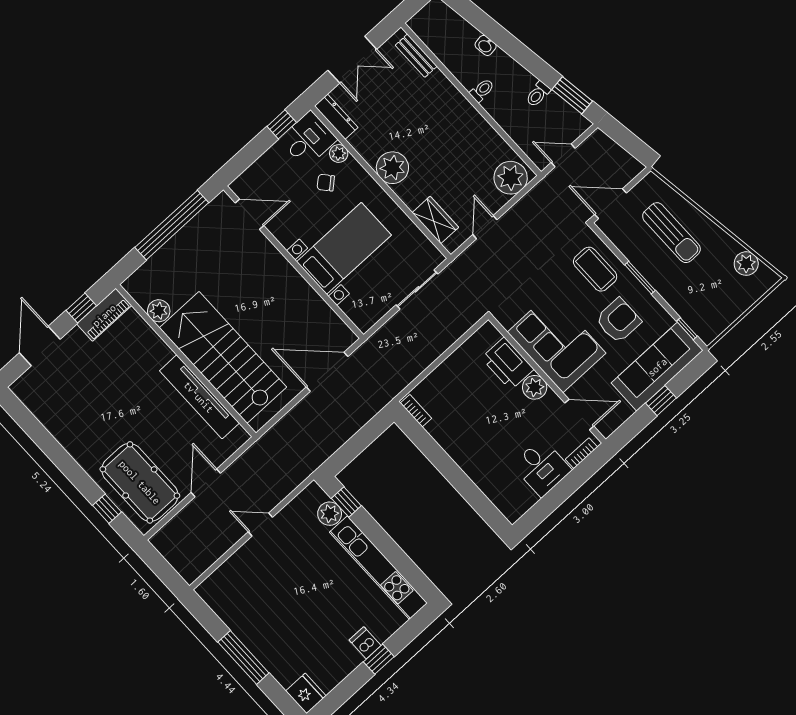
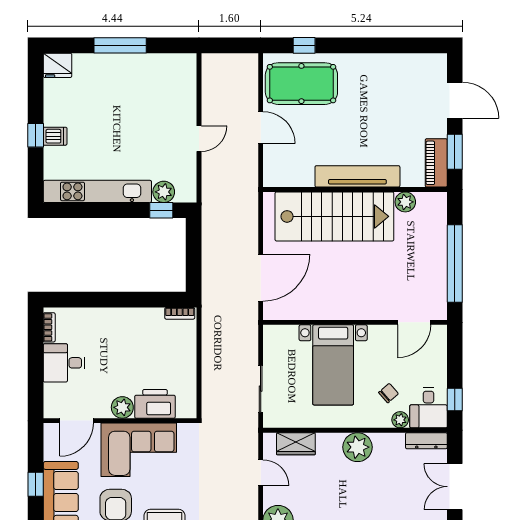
window: (81, 308) -> (455, 152), width x1.50
tv unit: (199, 397) -> (357, 176), moved
bookcase: (581, 453) -> (49, 327), moved

